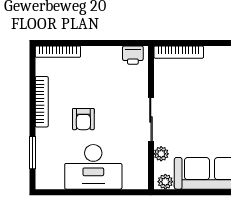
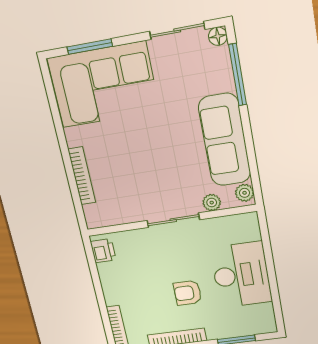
bookcase: (179, 52) -> (82, 176), moved
armchair: (83, 119) -> (188, 293), turned 180

